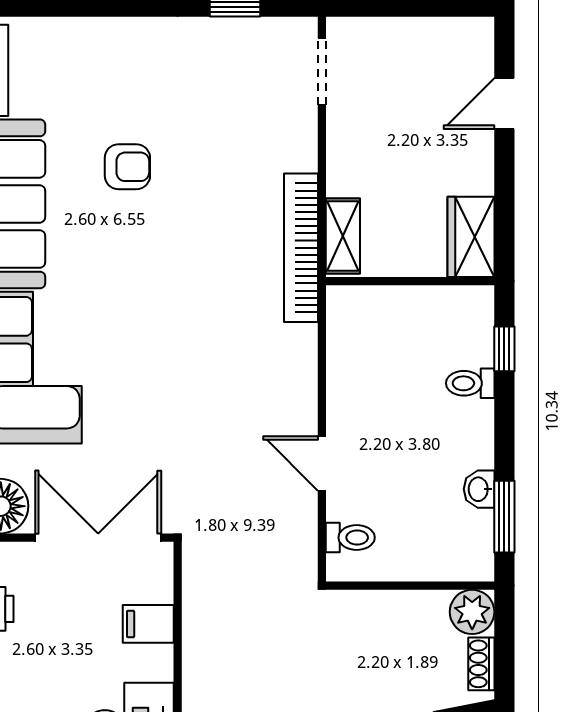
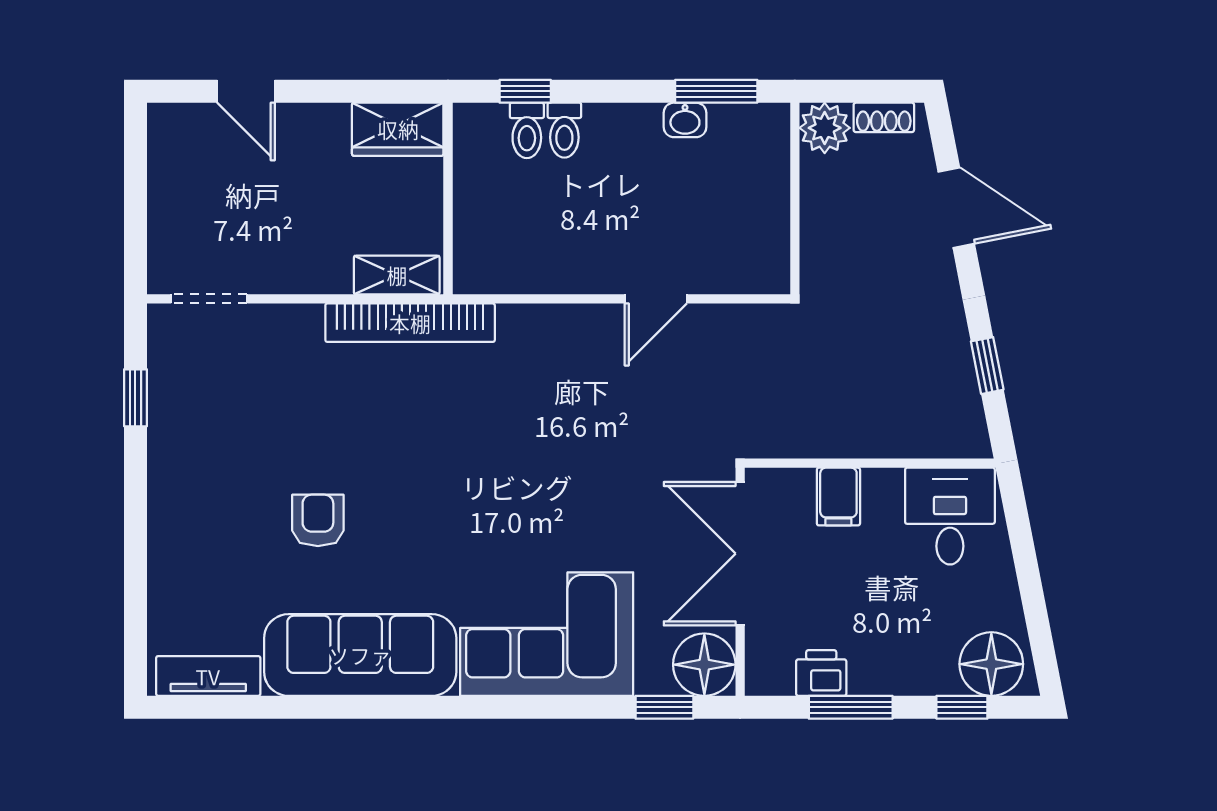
toilet: (350, 537) -> (527, 130), moved, turned 180

